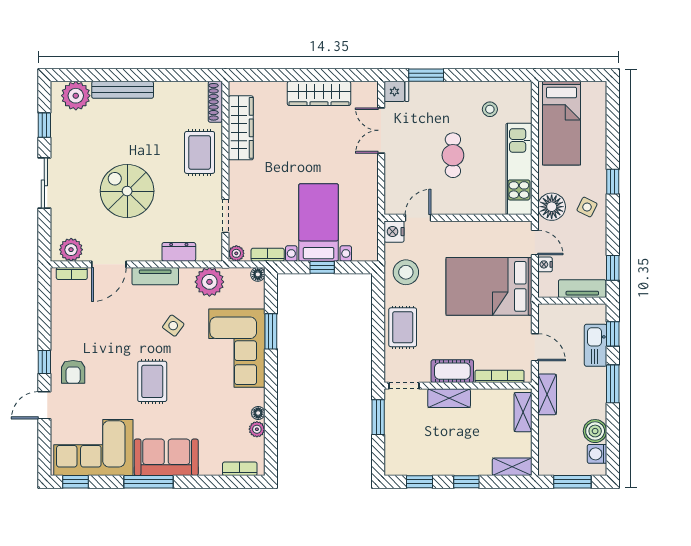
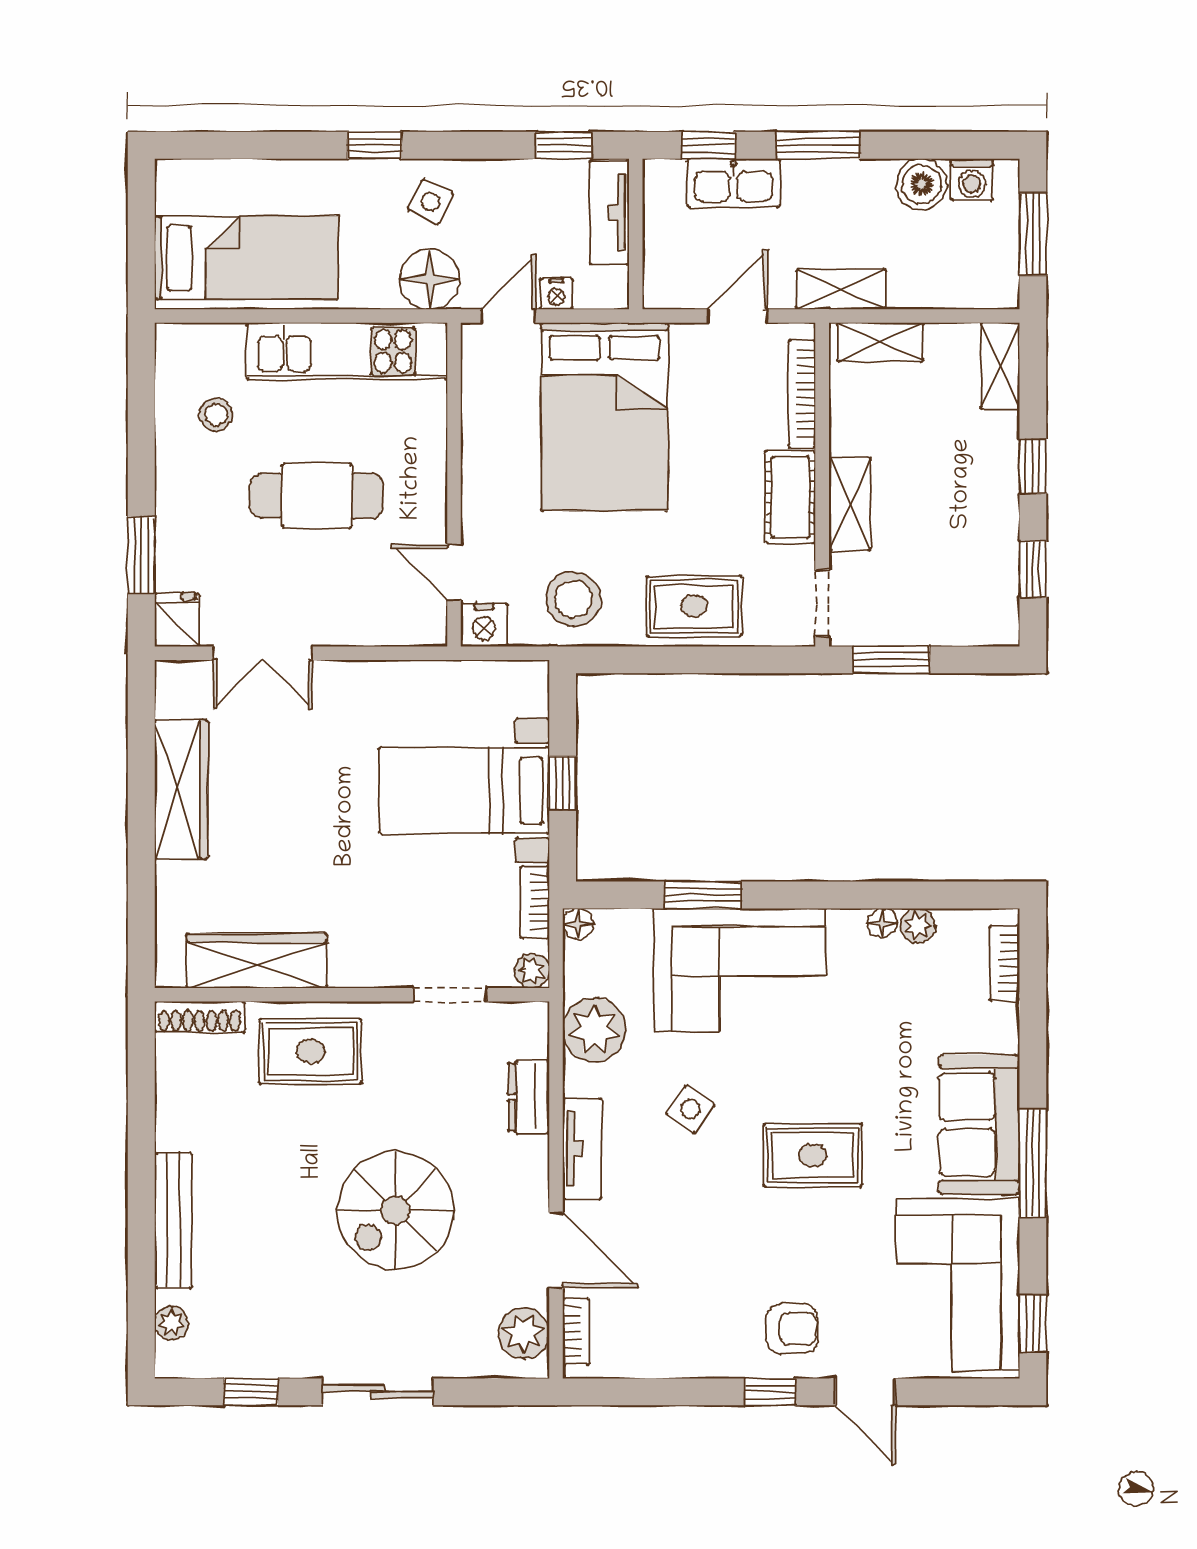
plant: (76, 96) -> (171, 1323), width x0.53, depth x0.53
cafe table: (453, 155) -> (317, 496), width x1.37, depth x1.35

